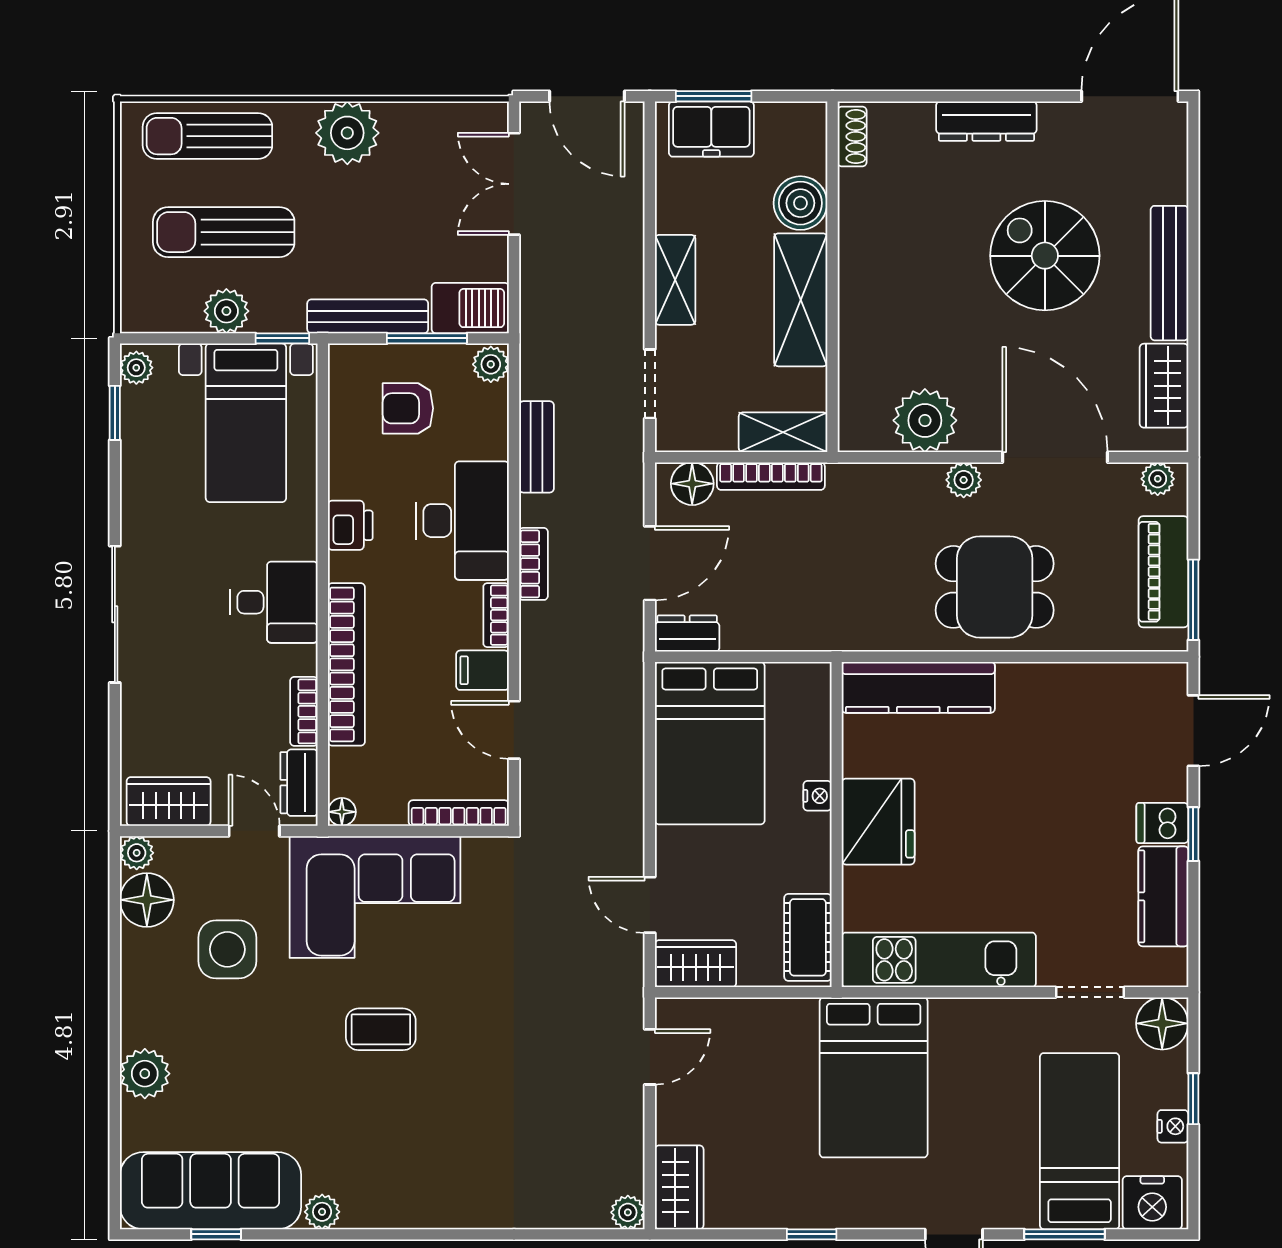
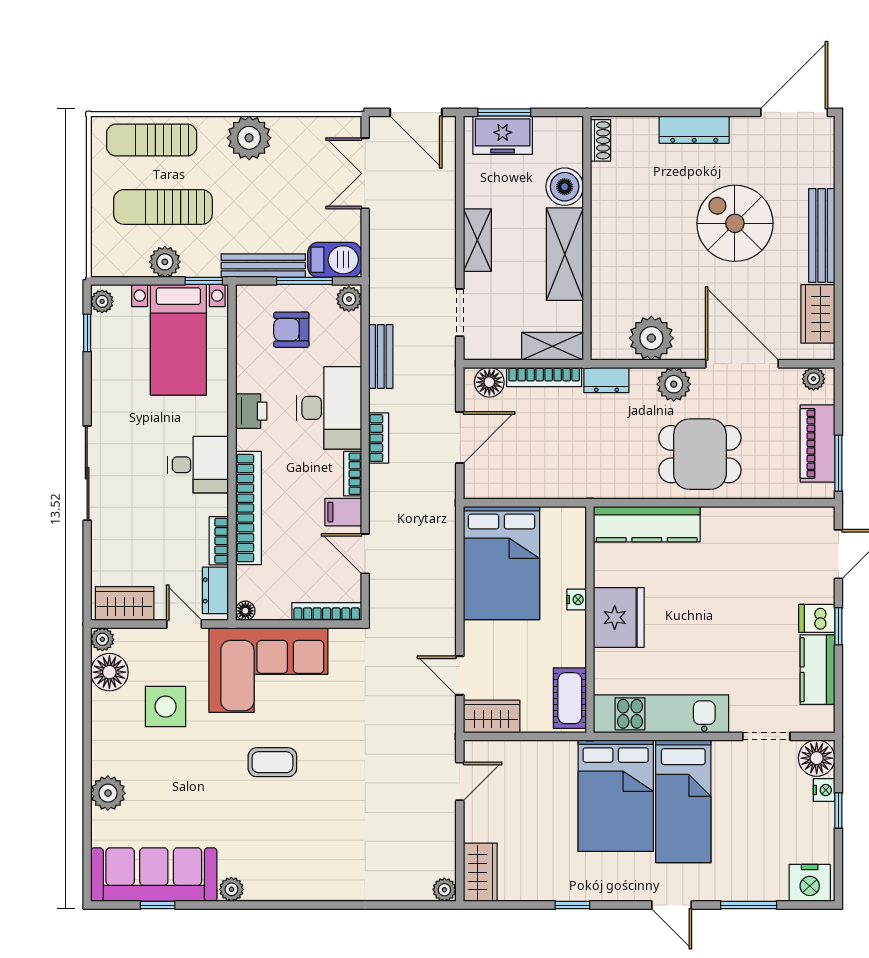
plant: (964, 480) -> (674, 384), width x1.38, depth x1.38
dresser: (687, 634) -> (606, 380), moved, turned 180
nightstand: (1173, 1126) -> (824, 790), moved
bed: (1080, 1141) -> (683, 801), moved, turned 180

